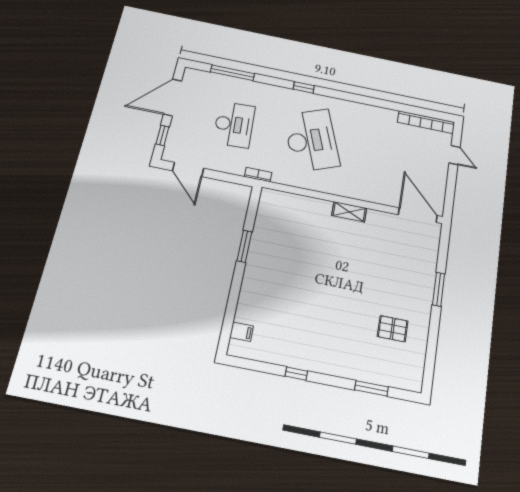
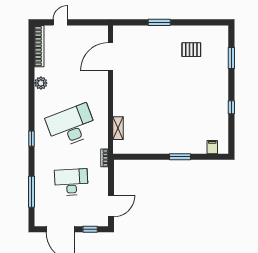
plant: (376, 114) -> (41, 83), added
shelving: (349, 212) -> (118, 128), moved
door: (418, 215) -> (110, 57), moved
window: (244, 246) -> (180, 157), moved
pallet: (393, 329) -> (191, 50), turned 90

